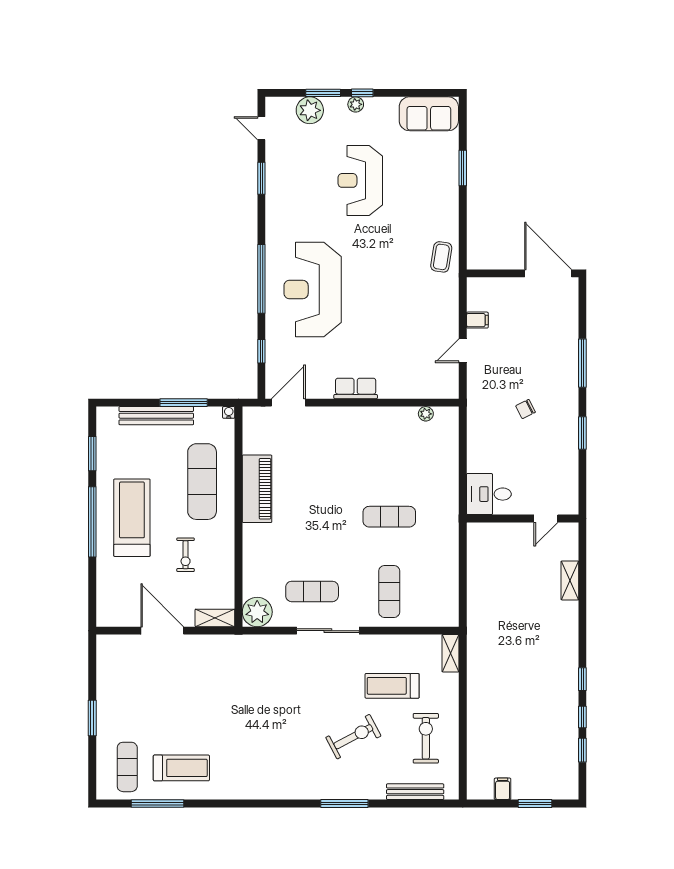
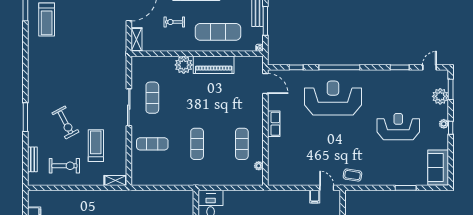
window: (323, 93) -> (451, 89), moved
door: (463, 351) -> (327, 188), moved
exercise mat: (389, 442) -> (242, 144), added
plant: (257, 612) -> (184, 65), moved
bench: (415, 792) -> (32, 159), width x0.73

